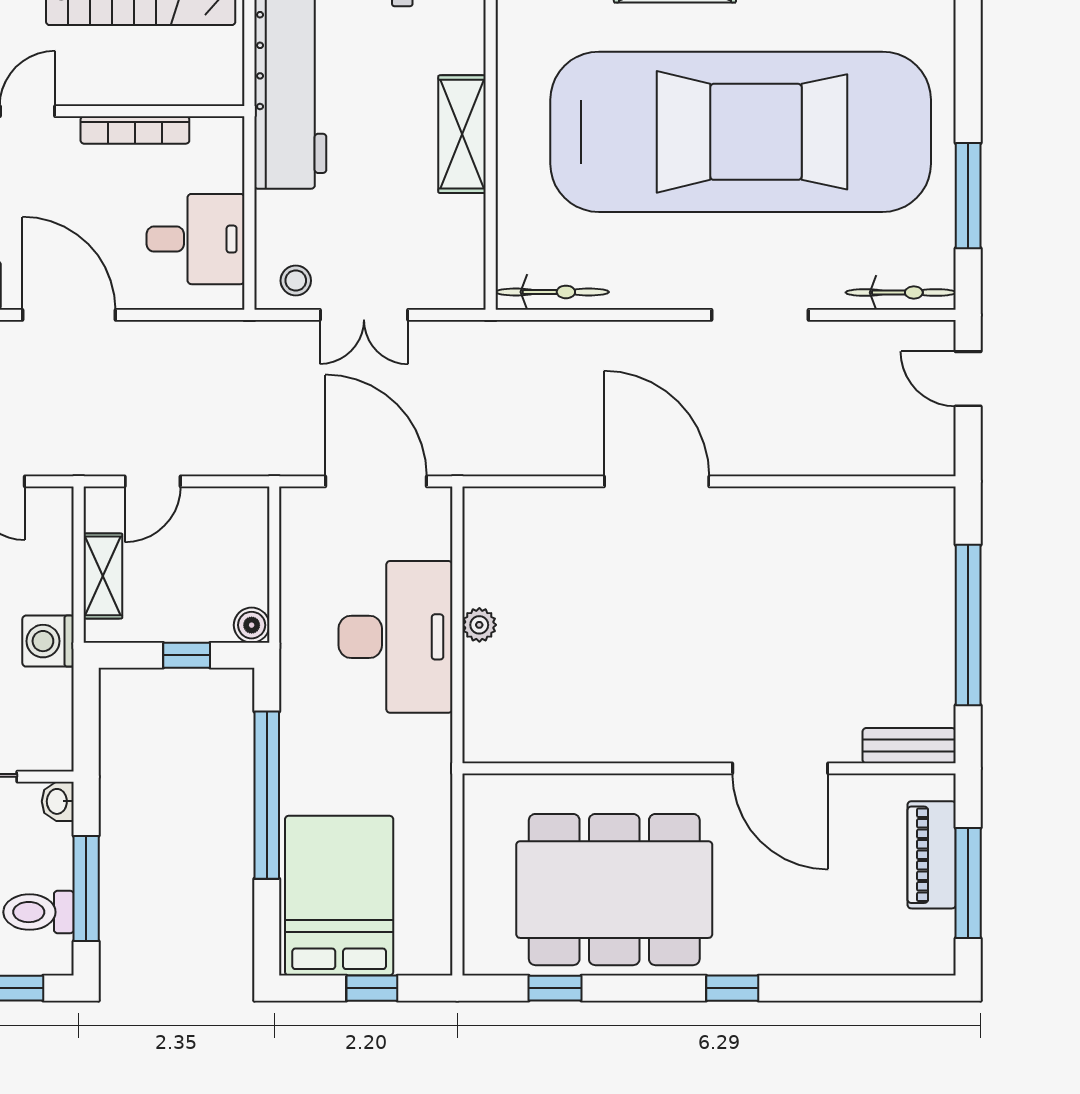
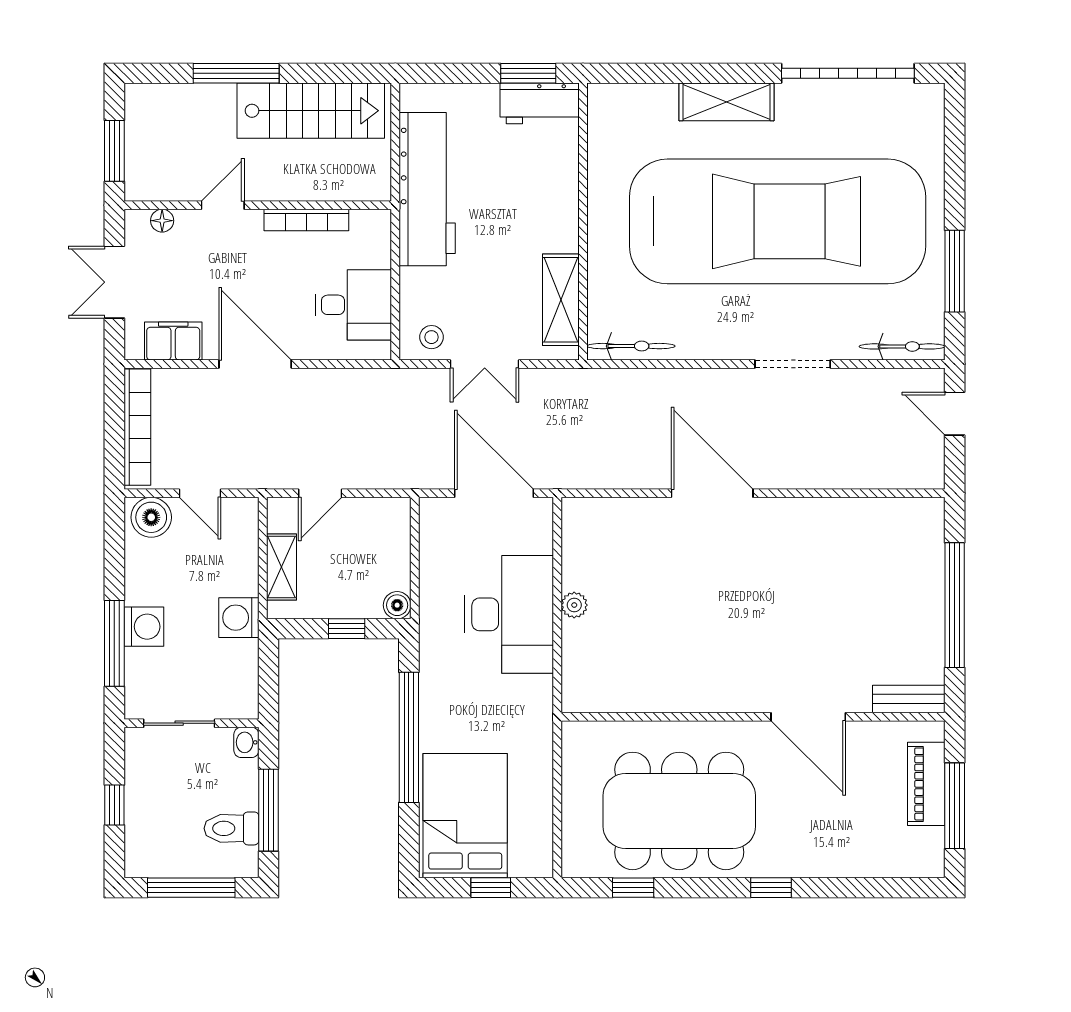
shelving: (462, 134) -> (561, 300), moved

